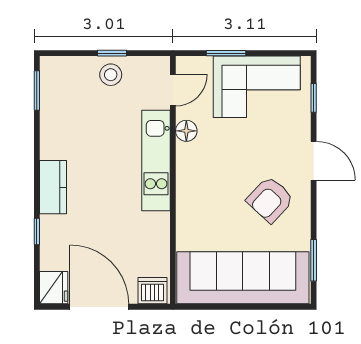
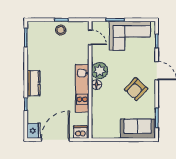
door: (173, 90) -> (90, 37), hinge flipped
floor lamp: (186, 131) -> (96, 85), moved
kitchen unit: (156, 161) -> (82, 88), moved
plant: (193, 161) -> (100, 71), added
sofa: (243, 278) -> (138, 129), width x0.54, depth x0.79
door: (99, 307) -> (55, 140), hinge flipped

